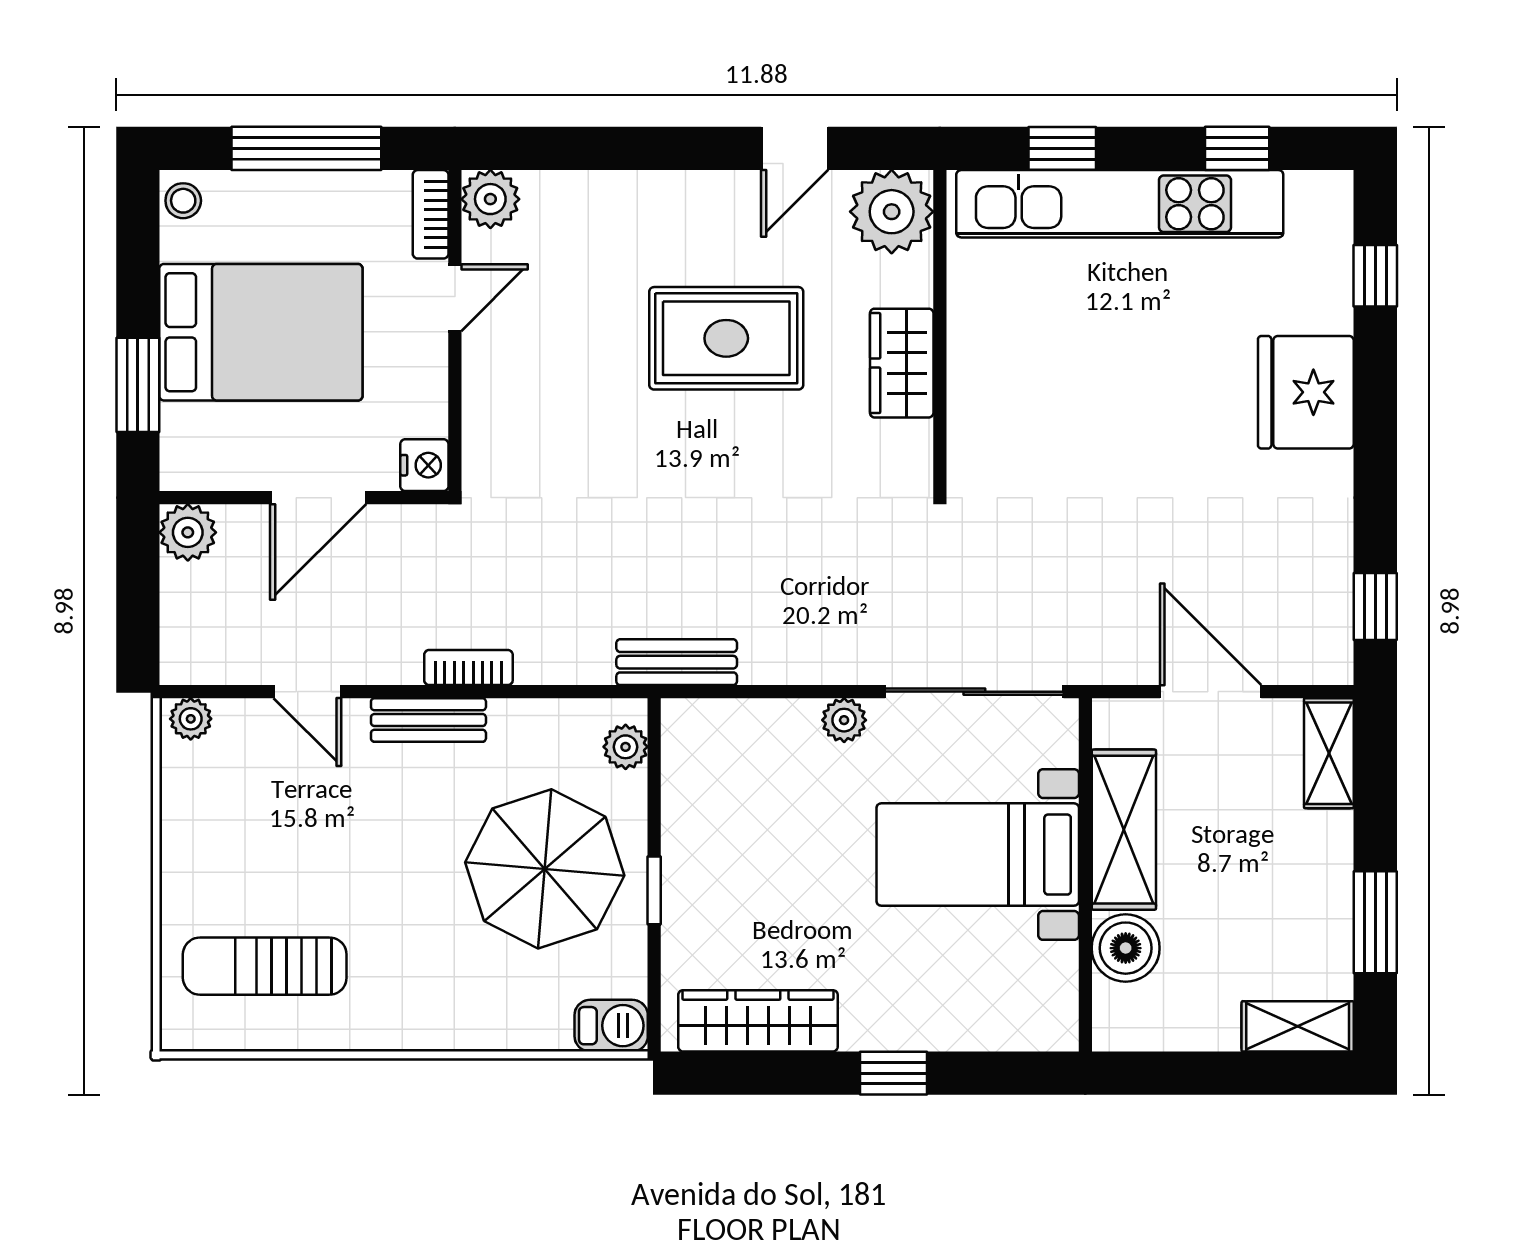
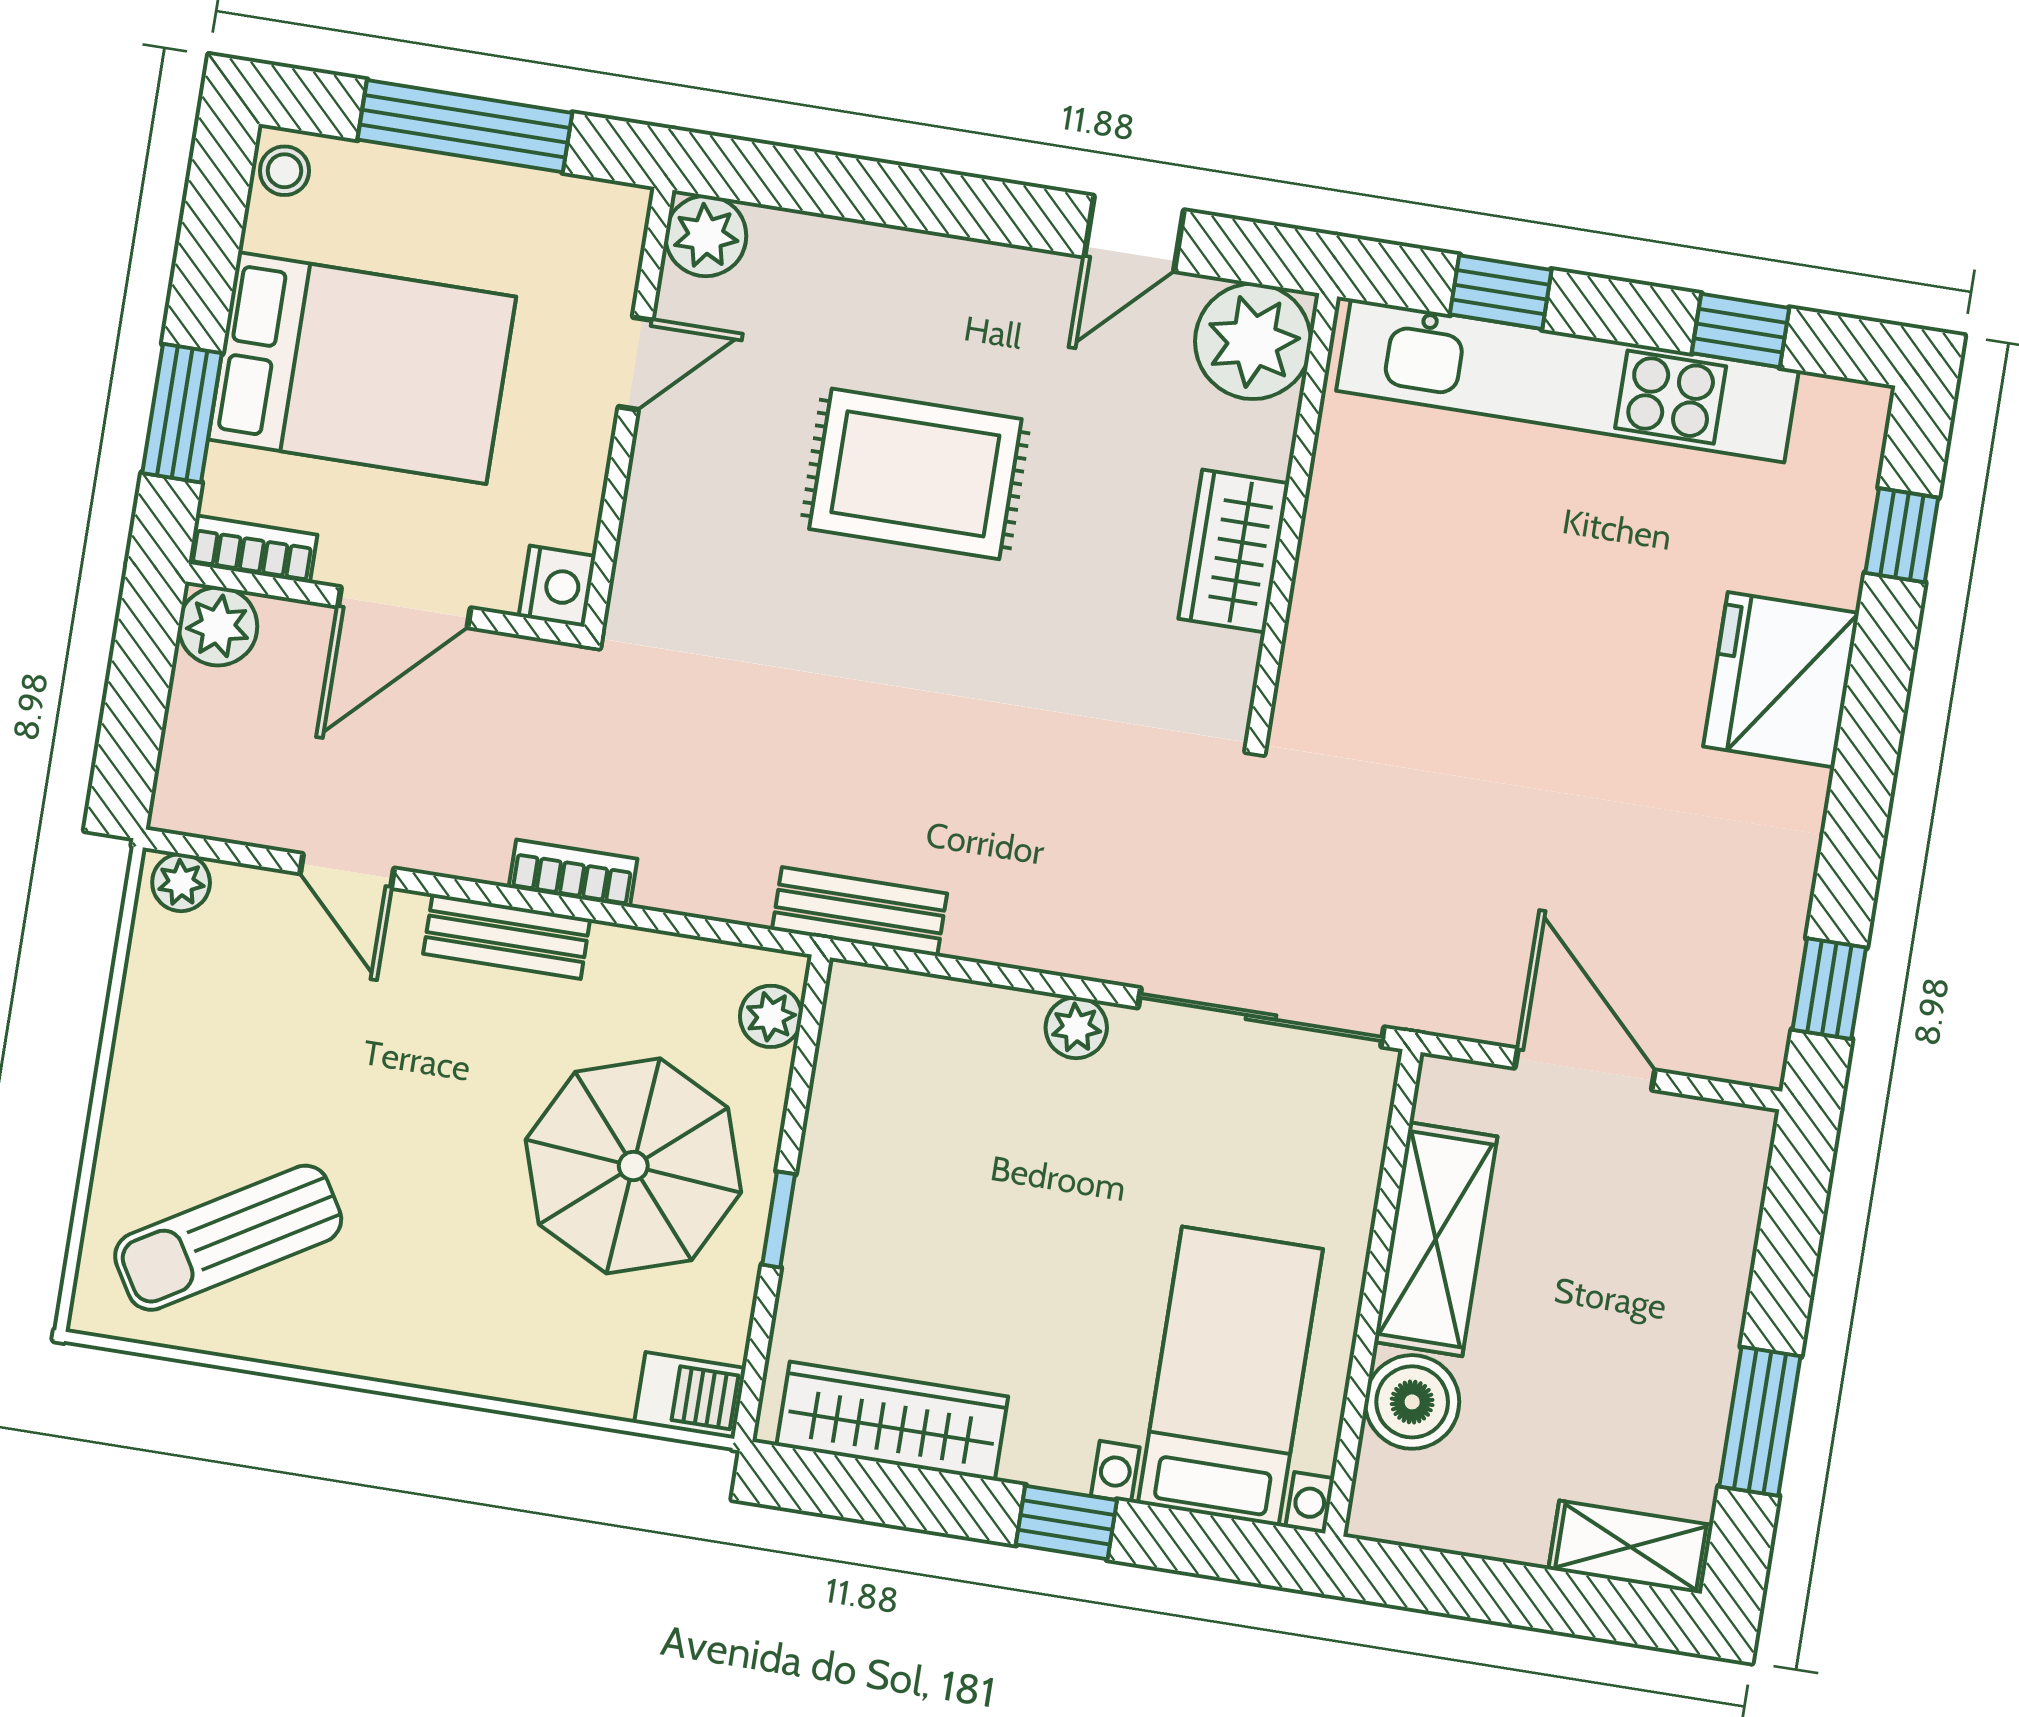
bookcase: (431, 214) -> (253, 549), moved, turned 90
rug: (726, 338) -> (915, 474), moved
shelving: (1329, 753) -> (1733, 1180), removed
bed with nightstands: (978, 855) -> (1230, 1376), moved, turned 90
sun lounger: (265, 966) -> (228, 1238), turned -31

